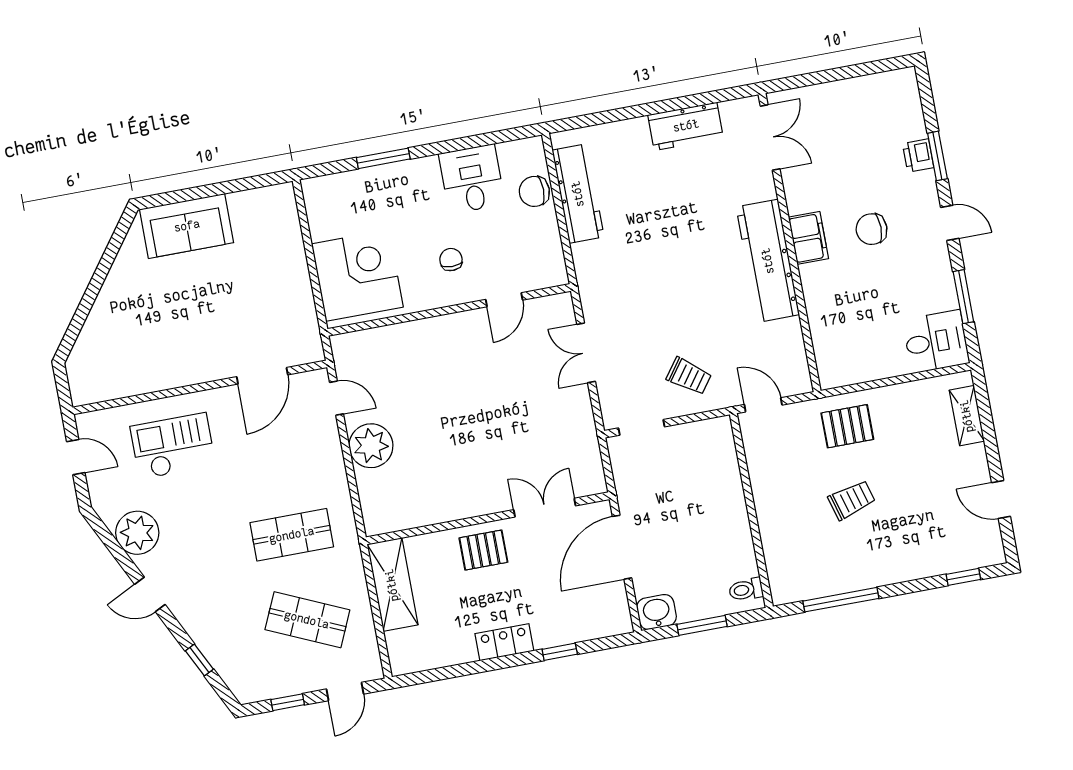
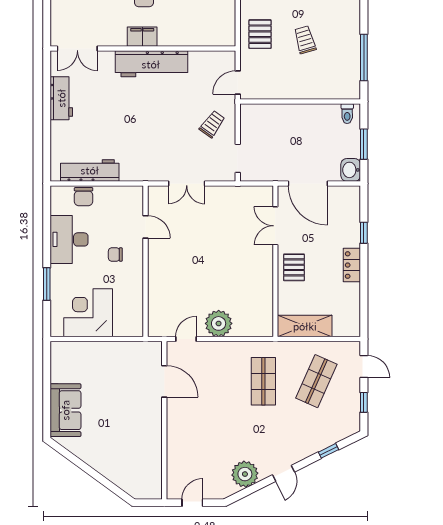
double door: (770, 137) -> (77, 48), swing flipped
desk: (472, 179) -> (69, 239), width x1.37
corner desk: (357, 275) -> (88, 313), moved
checkout: (173, 446) -> (197, 443), removed

